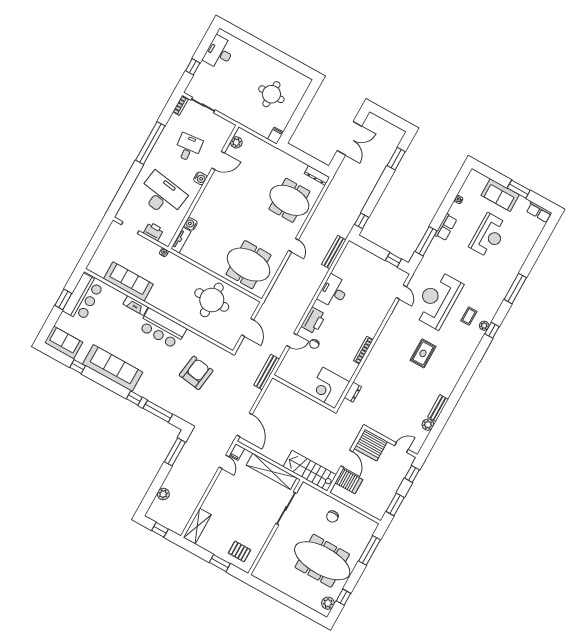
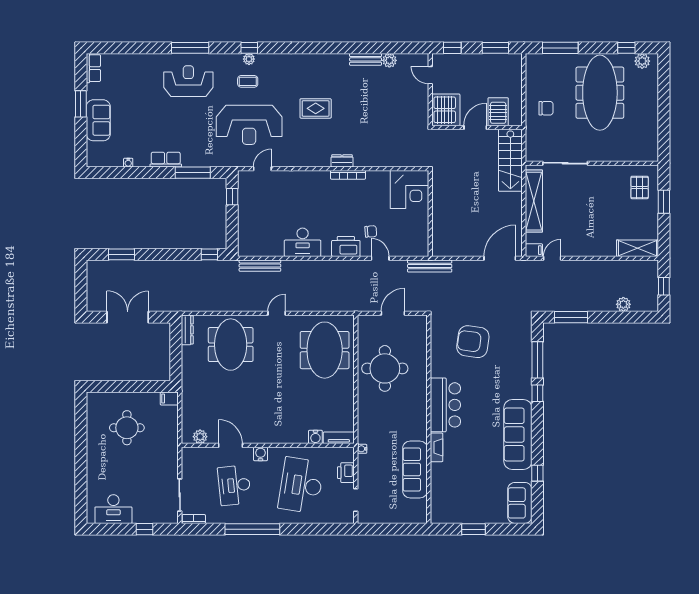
desk: (188, 148) -> (234, 485), width x1.37
reception desk: (489, 235) -> (188, 81), moved
bar counter: (83, 298) -> (459, 509), removed
dresser: (353, 392) -> (342, 161), moved

